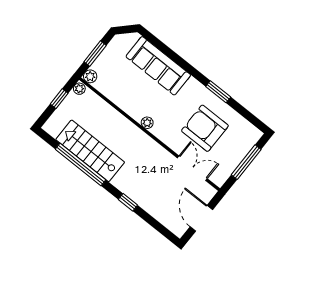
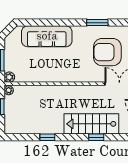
plant: (147, 123) -> (68, 78), removed
stairs: (90, 151) -> (91, 124), moved
window: (81, 164) -> (47, 137), width x0.32

